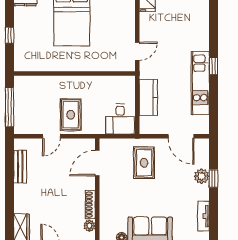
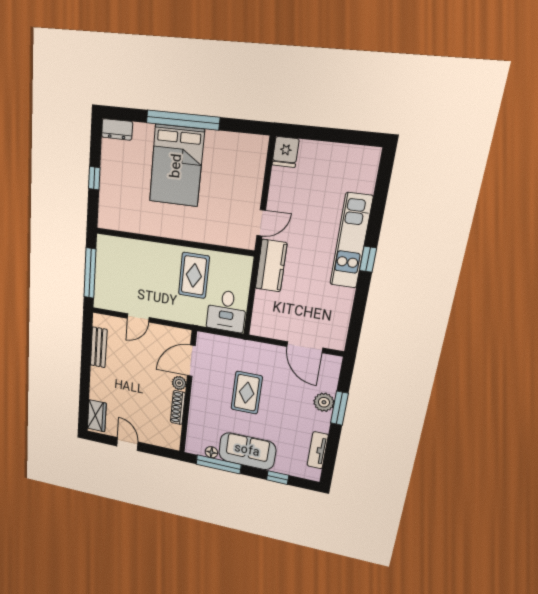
kitchen unit: (200, 83) -> (351, 241), moved
kitchen counter: (148, 97) -> (271, 266), moved
rug: (71, 115) -> (194, 275), moved
rug: (144, 163) -> (247, 393), moved
window: (213, 179) -> (339, 408), width x1.50
plant: (89, 226) -> (179, 383), moved

